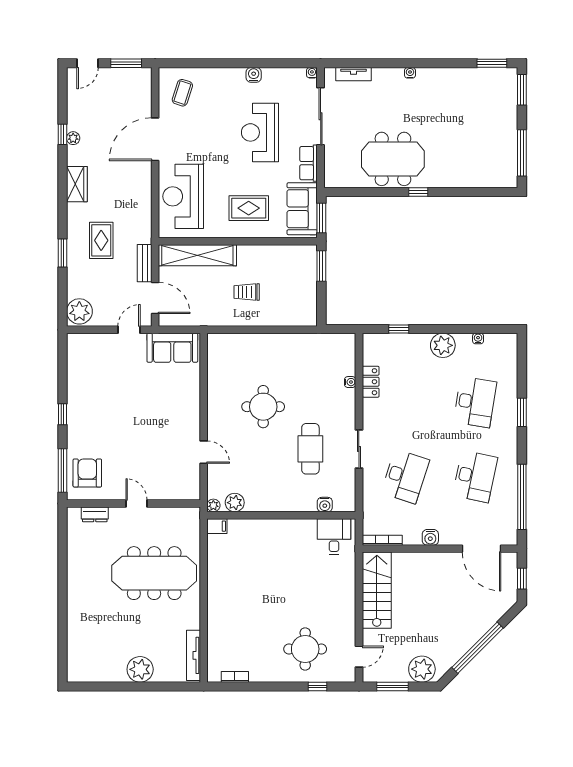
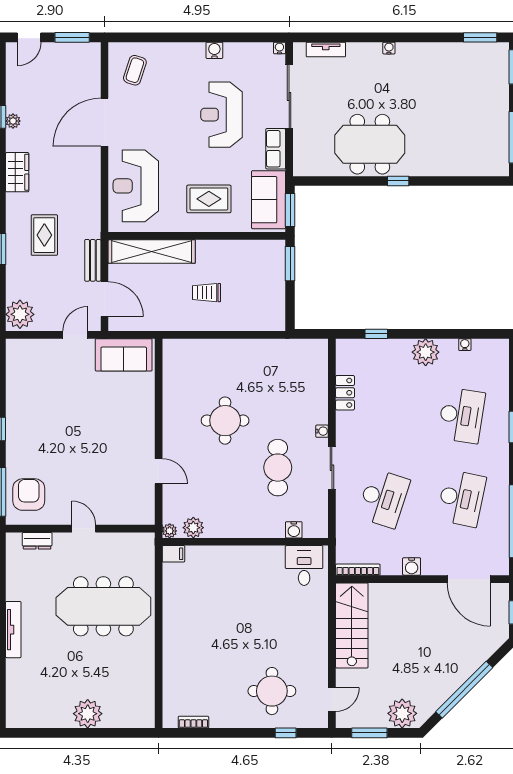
water cooler: (350, 382) -> (322, 431), moved
tv unit: (193, 655) -> (13, 630), moved, turned 180

